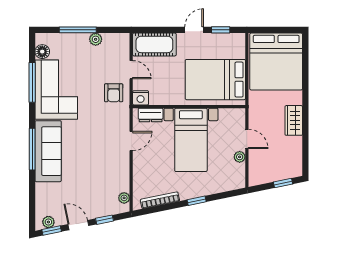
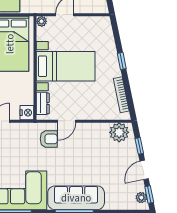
armchair: (114, 93) -> (49, 139), moved
door: (131, 141) -> (67, 121), swing flipped
plant: (240, 157) -> (42, 21), moved
plant: (124, 198) -> (119, 132), width x1.87, depth x1.87

